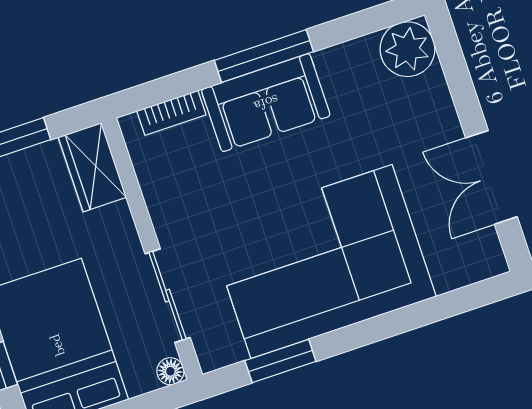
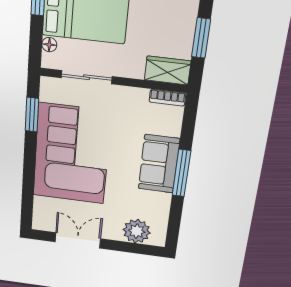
plant: (407, 49) -> (137, 231), moved
bookcase: (171, 113) -> (167, 98), moved, turned -90
floor lamp: (170, 371) -> (49, 45), moved

